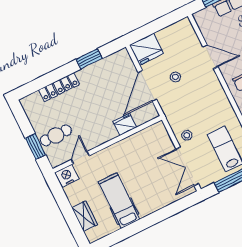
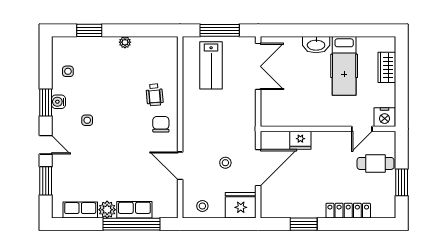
stool: (187, 135) -> (202, 206), moved
window: (35, 147) -> (402, 182), moved
washbasin: (150, 206) -> (316, 45), added

